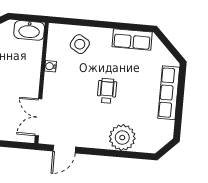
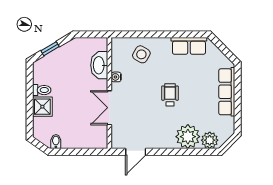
washbasin: (29, 30) -> (99, 65), moved, turned 90
double door: (39, 117) -> (109, 108), moved
plant: (146, 144) -> (210, 140), added

